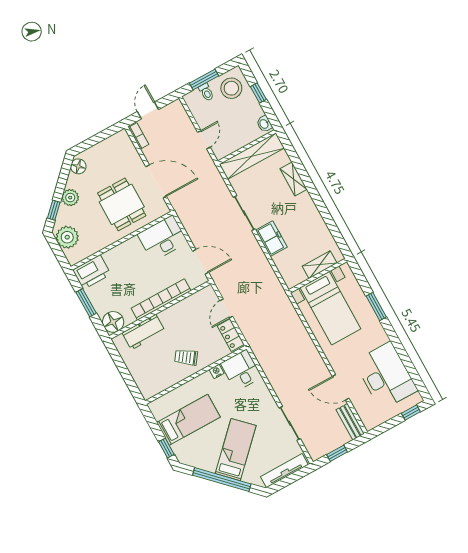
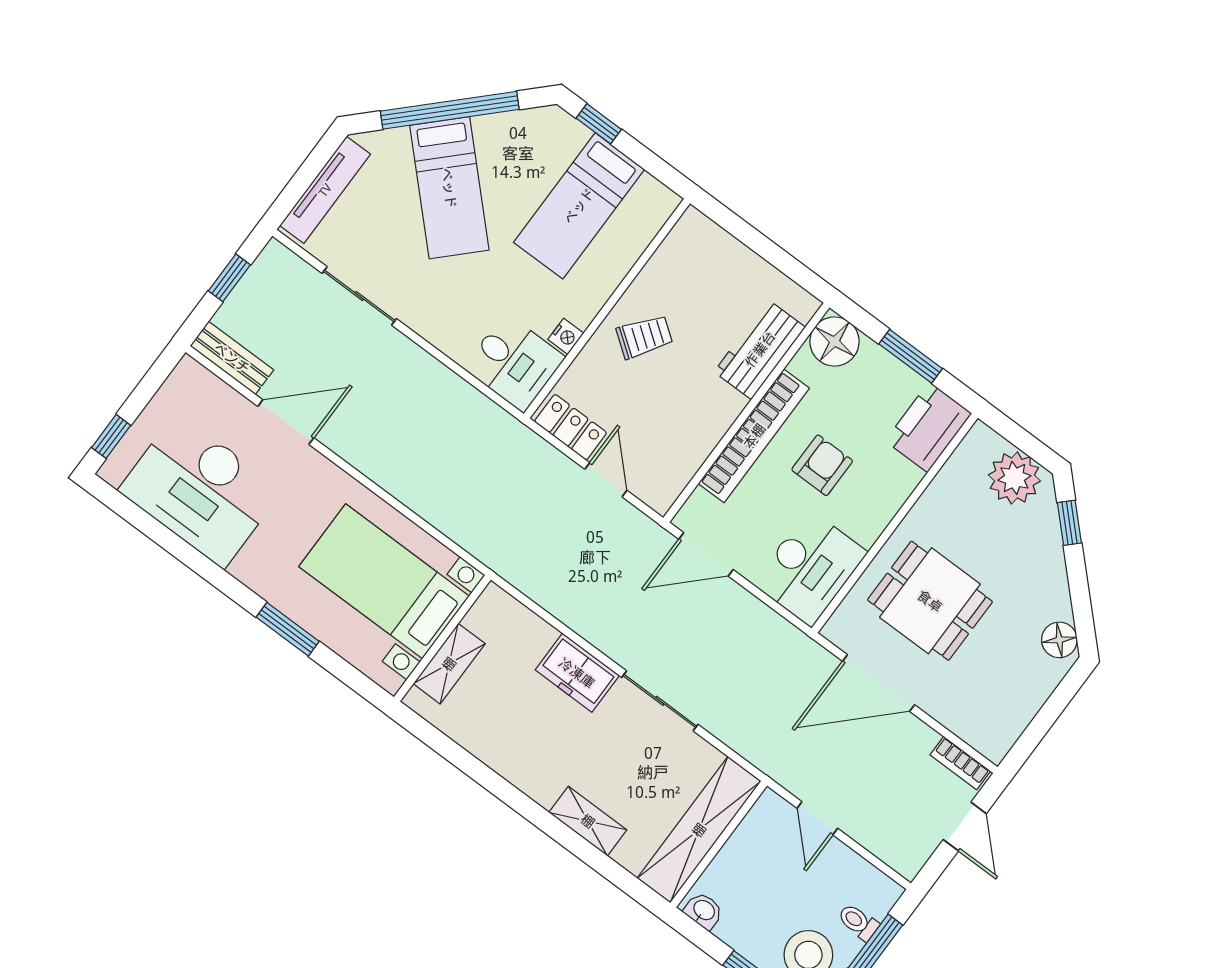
plant: (70, 198) -> (1046, 565), removed
armchair: (140, 276) -> (822, 465), added

